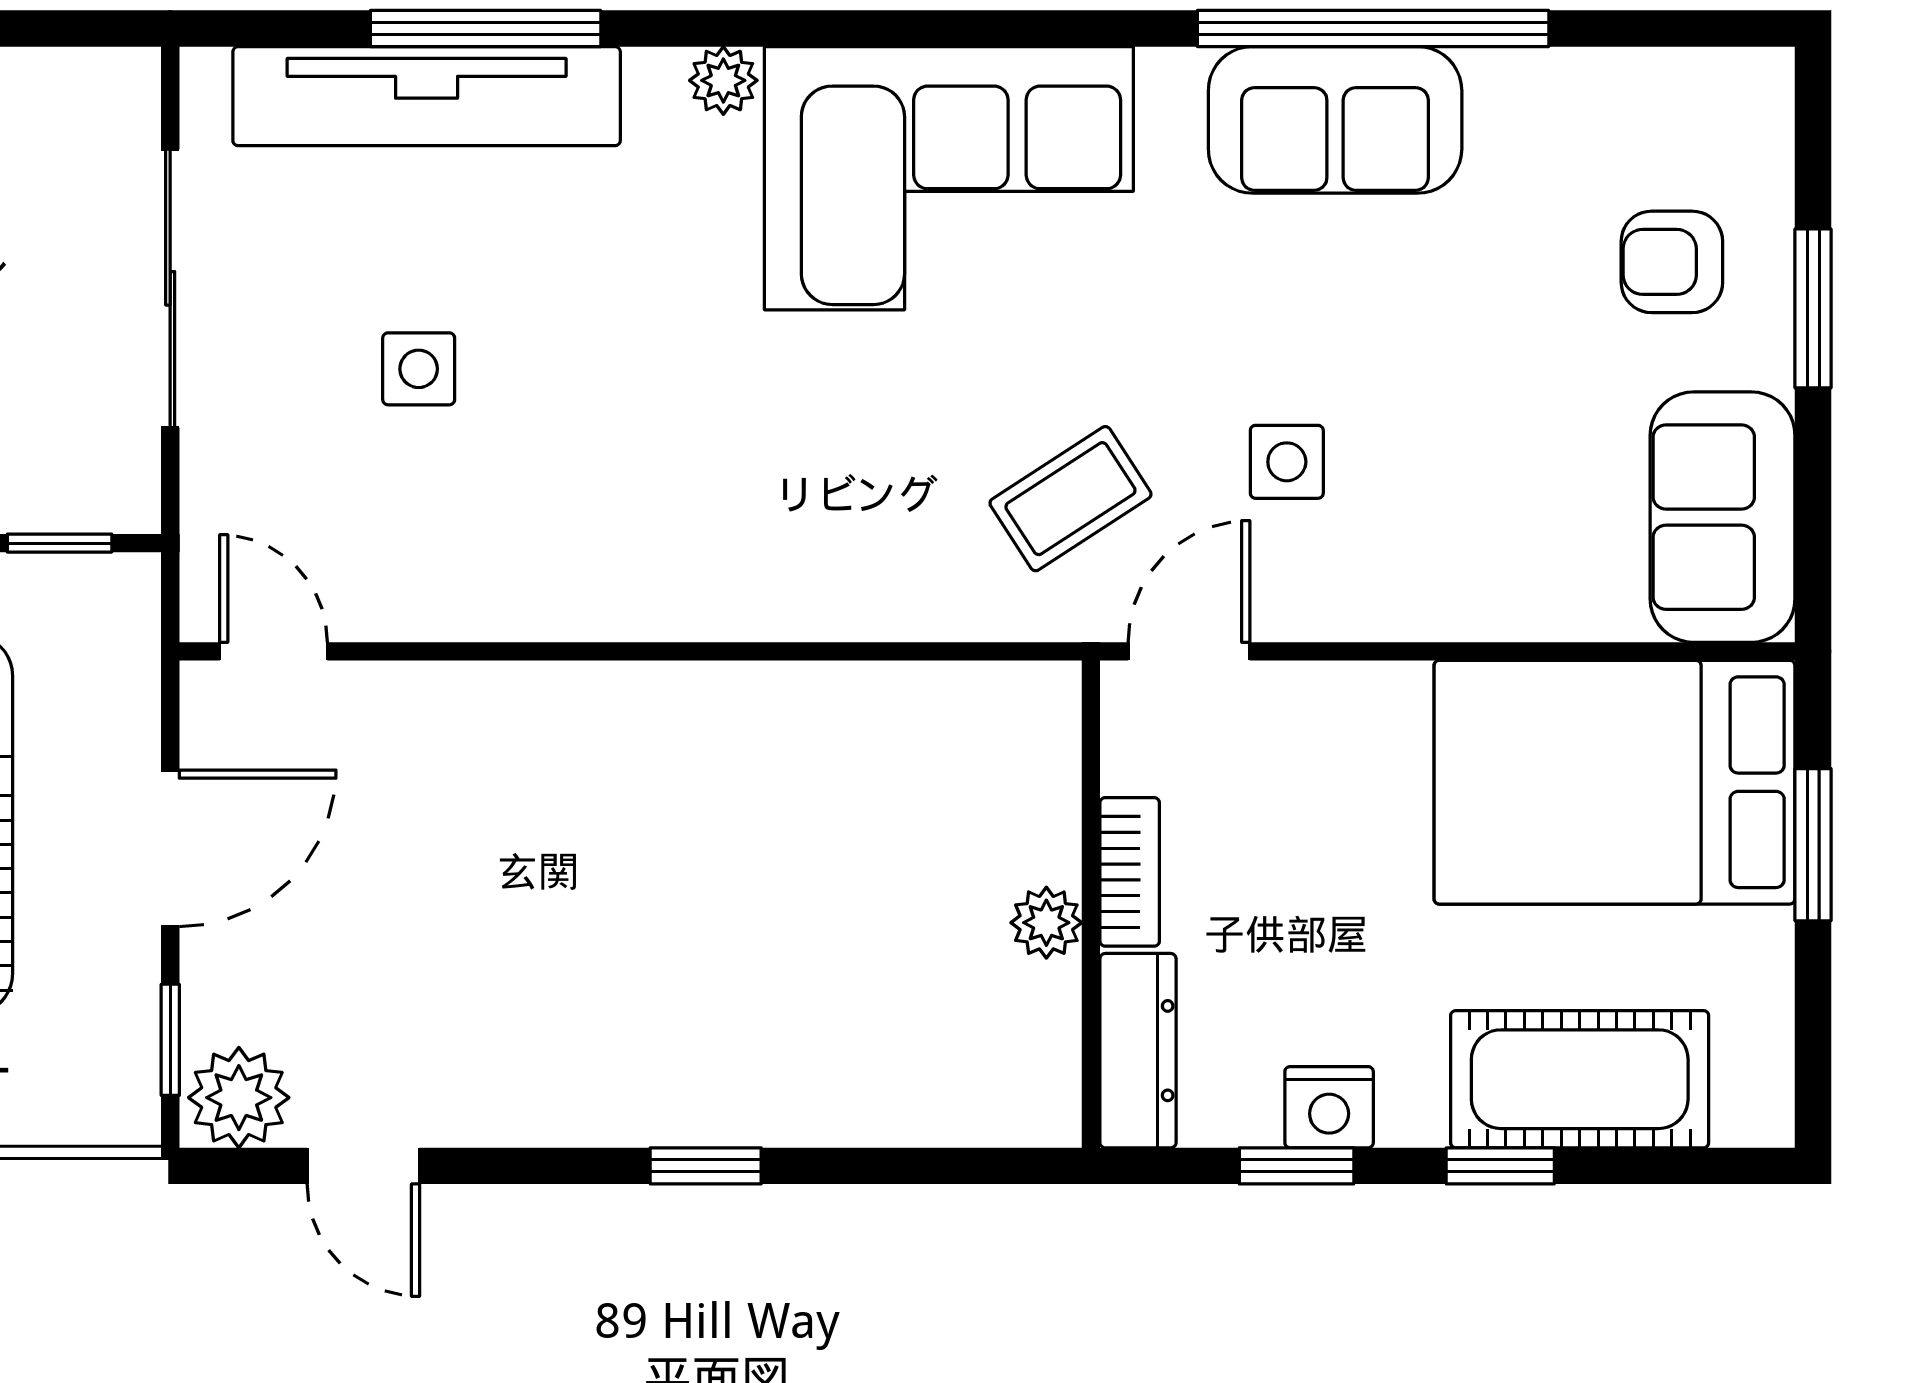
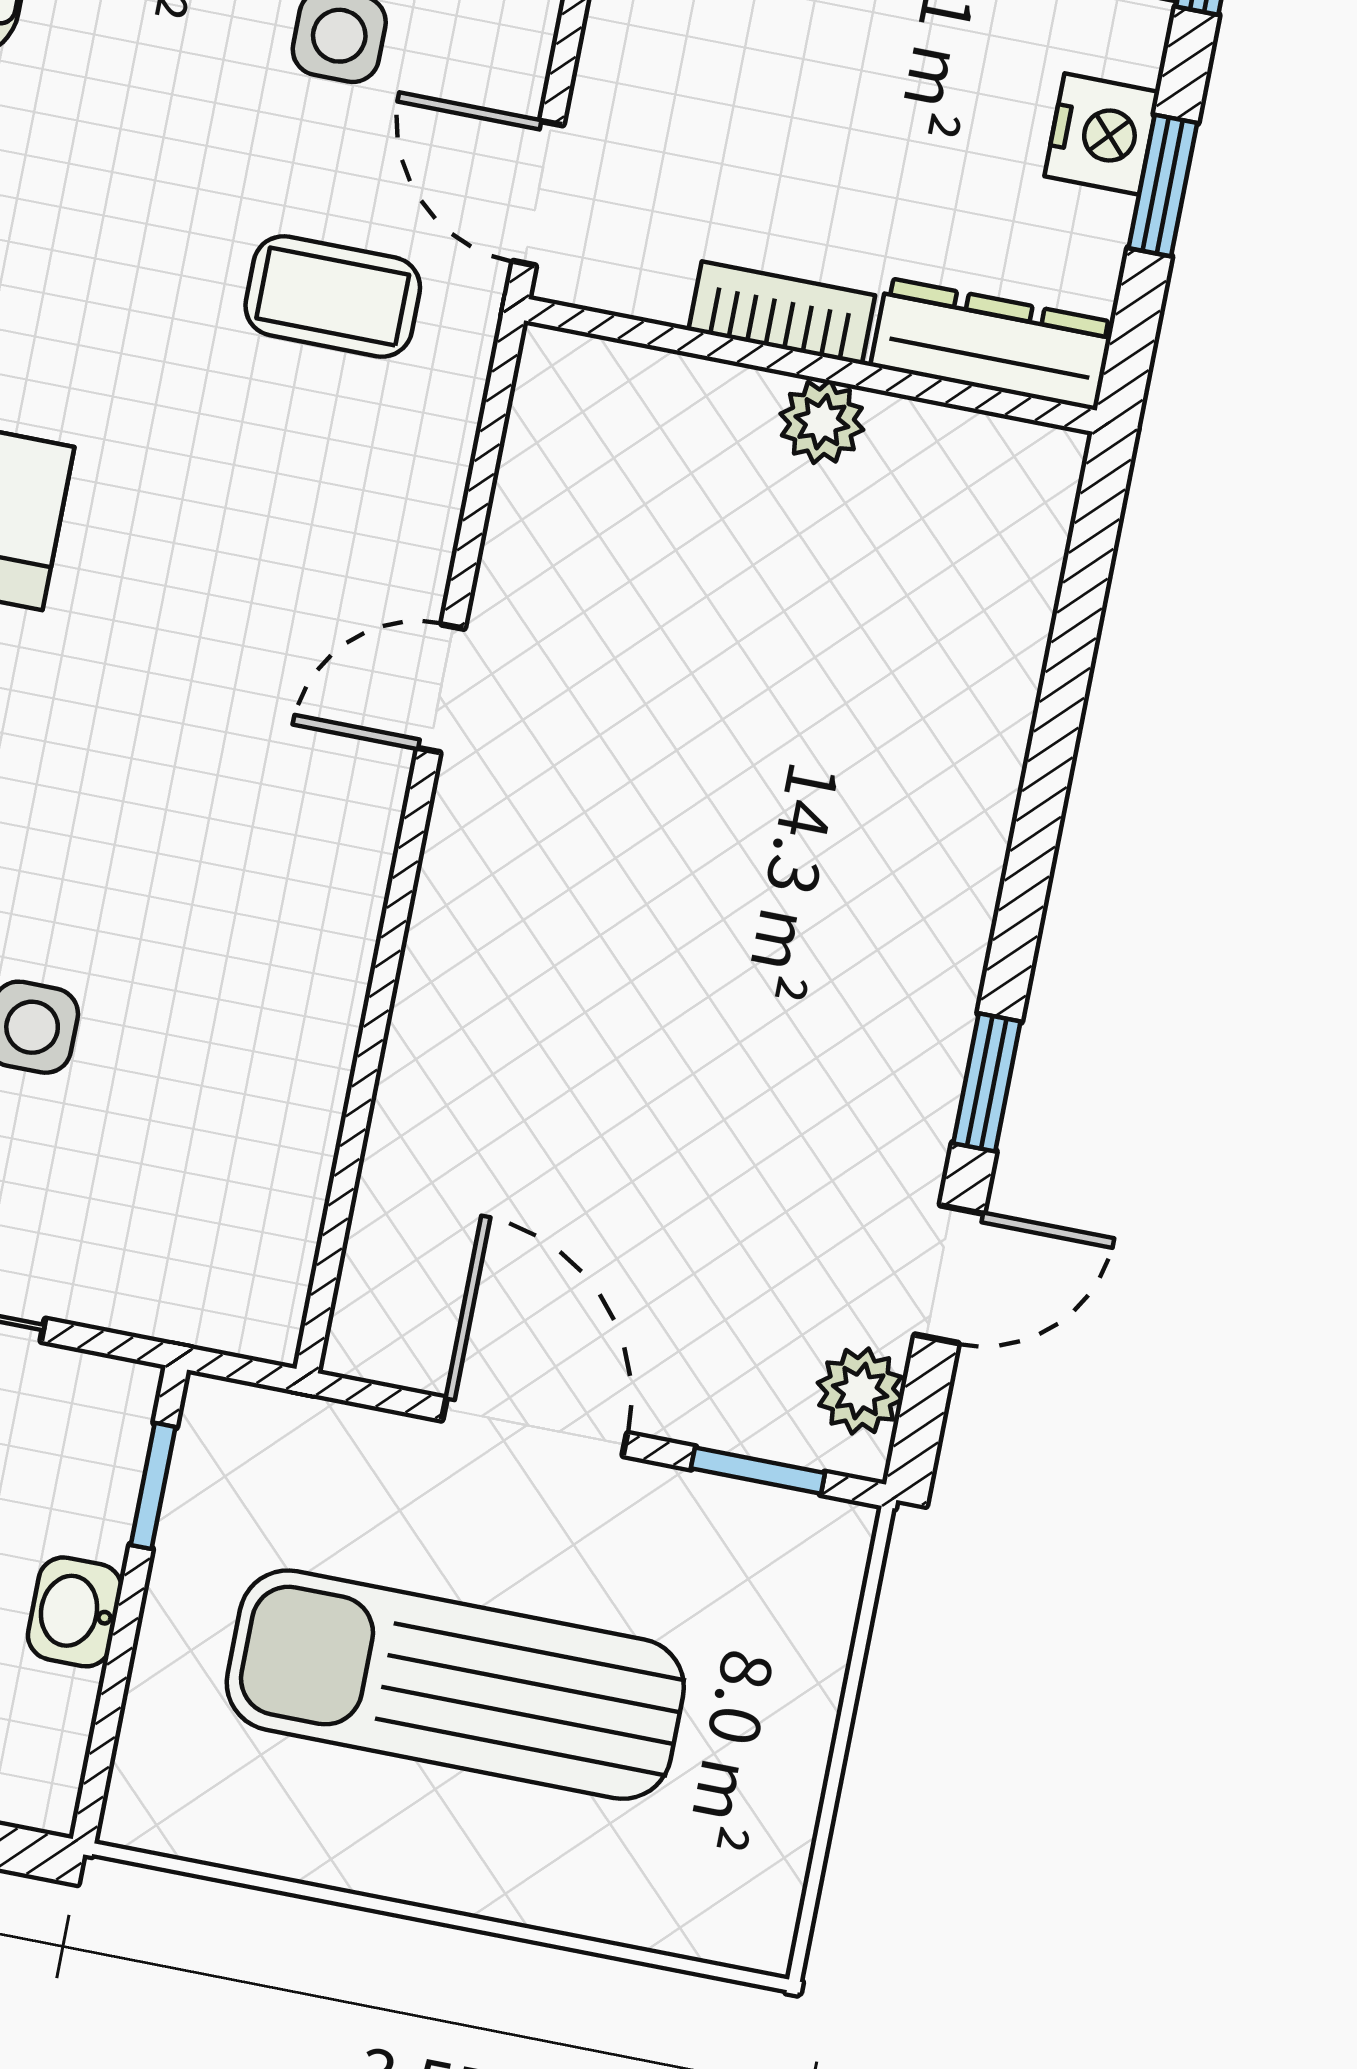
coffee table: (1070, 499) -> (333, 296), turned -57
door: (273, 651) -> (441, 688), moved
plant: (239, 1098) -> (860, 1391), width x0.73, depth x0.73
window: (706, 1166) -> (987, 1082), moved

